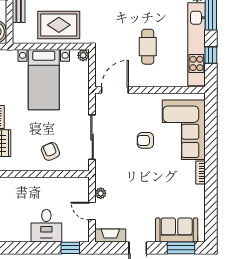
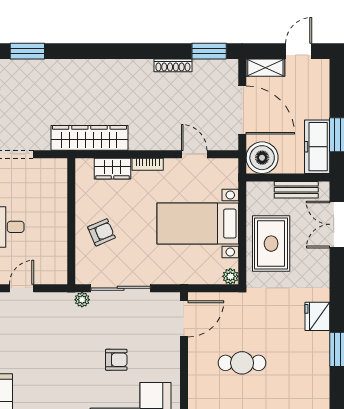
door: (115, 90) -> (184, 319), hinge flipped
armchair: (145, 140) -> (116, 360), turned 90
plant: (101, 193) -> (82, 300), moved

